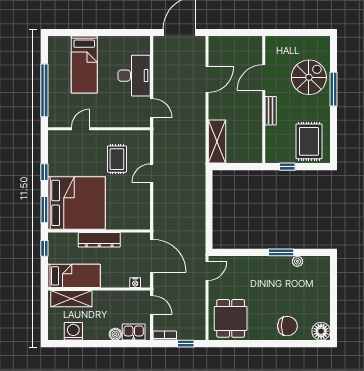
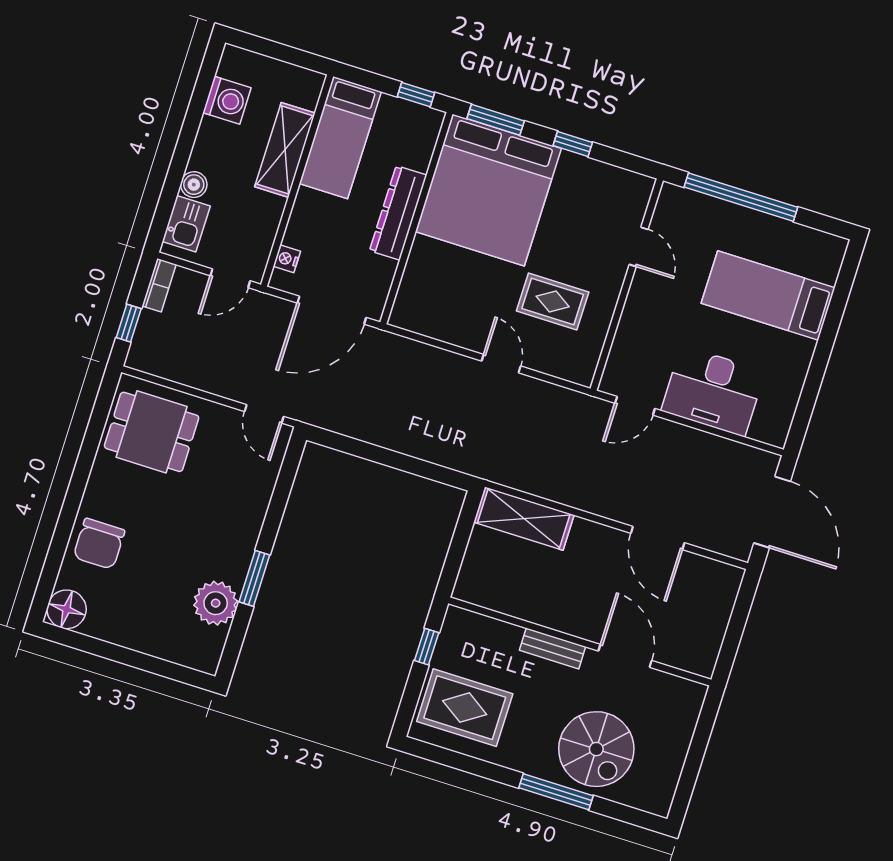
plant: (297, 261) -> (216, 603), width x1.88, depth x1.88
shelving: (71, 299) -> (285, 150), moved

